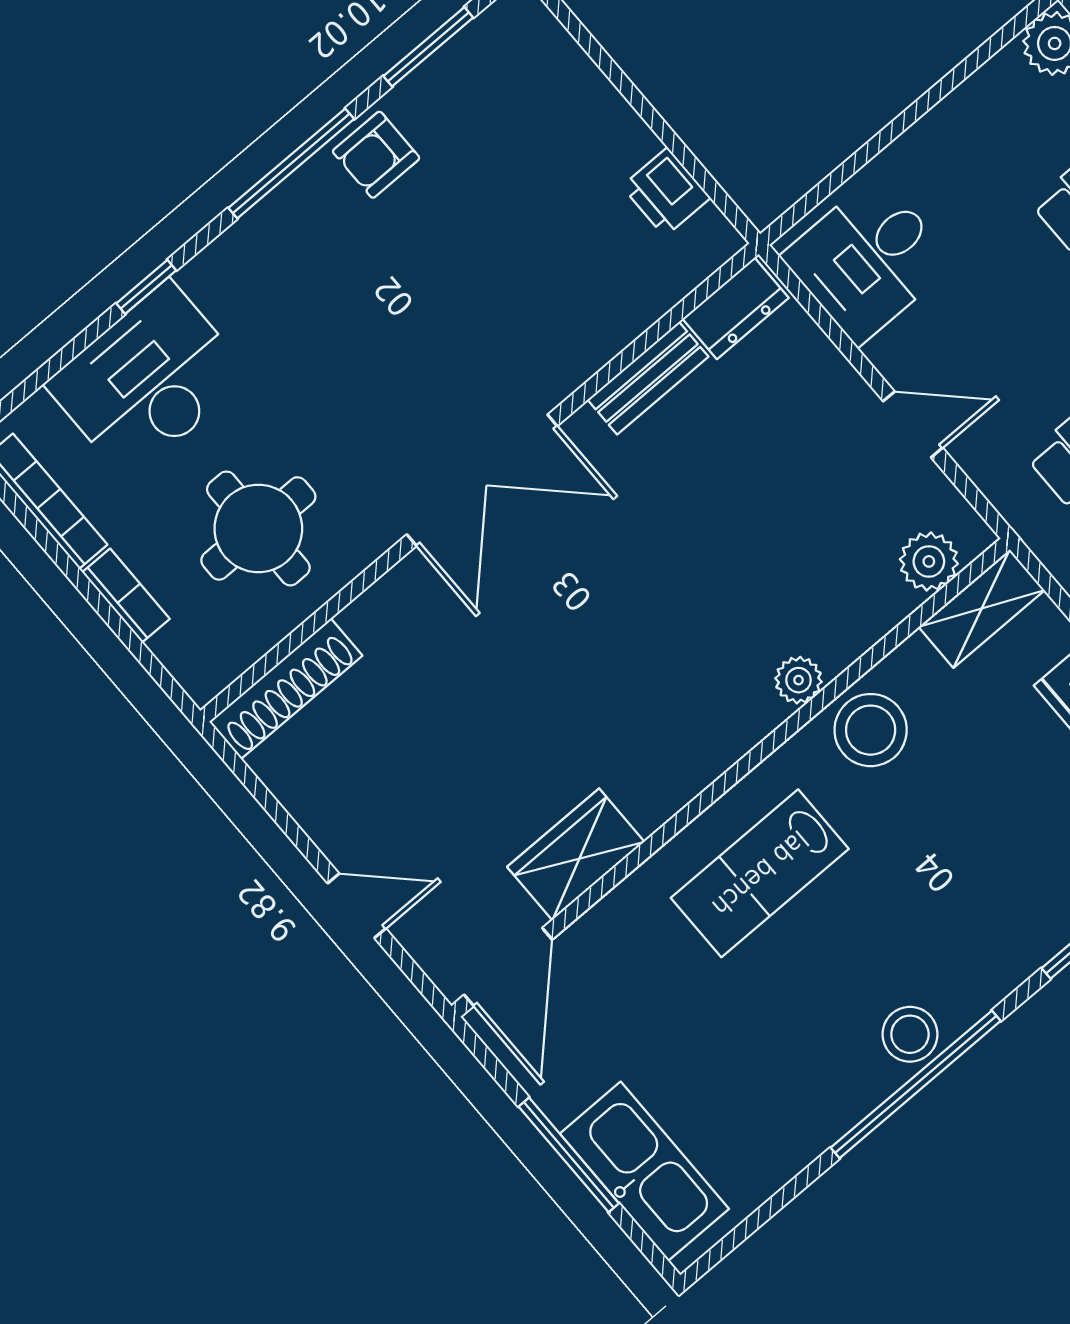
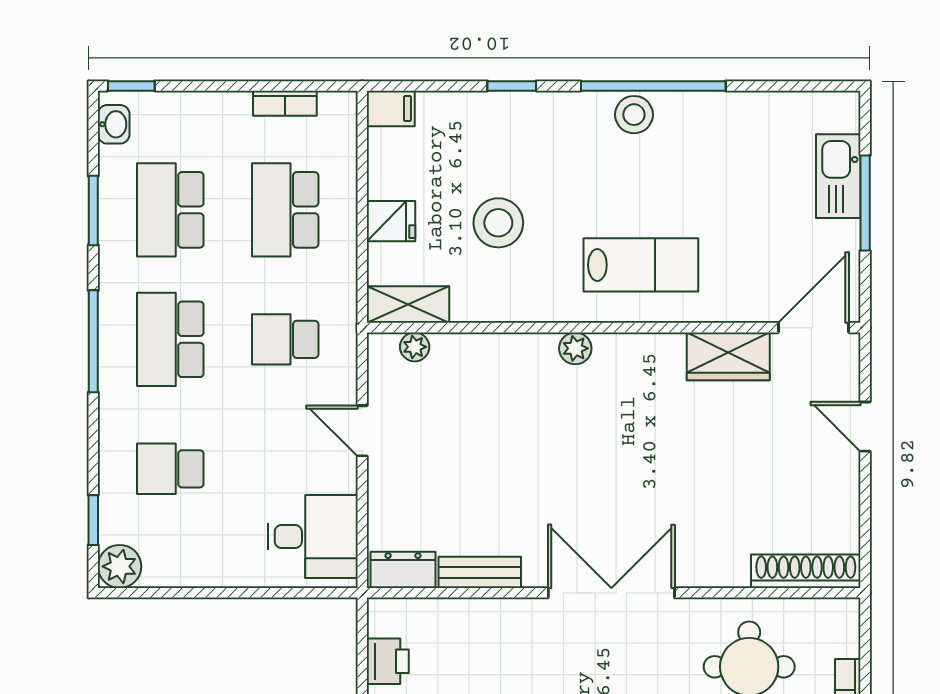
plant: (929, 561) -> (415, 347), width x0.73, depth x0.73
plant: (799, 680) -> (575, 348), moved
stool: (871, 730) -> (498, 223), moved
kitchen sink: (644, 1171) -> (838, 176), width x0.73, depth x0.81

